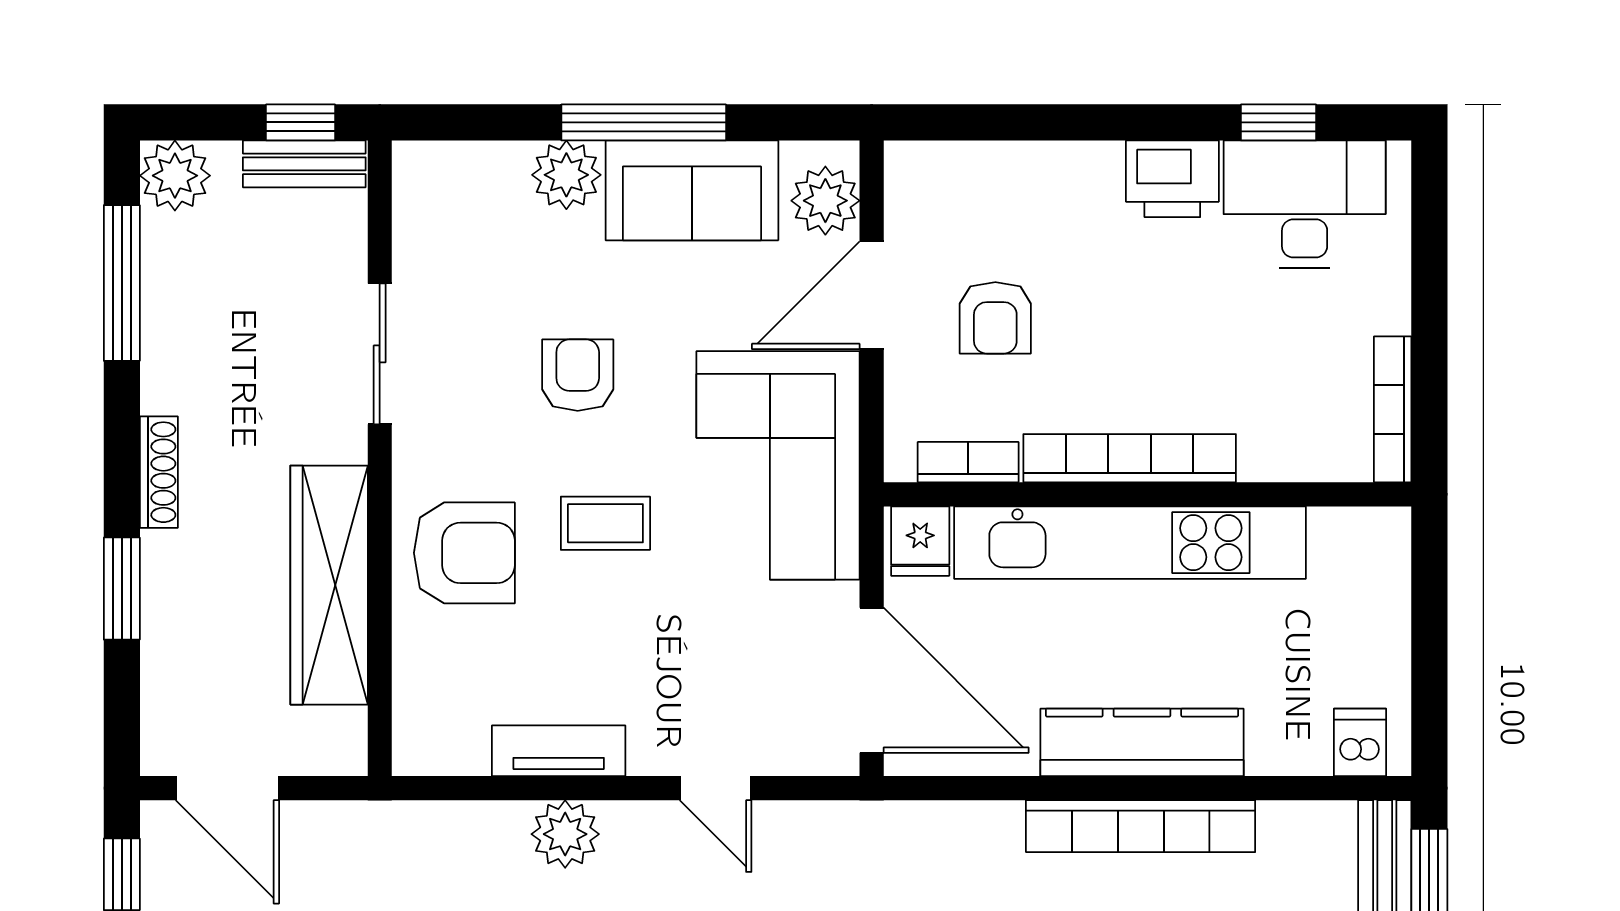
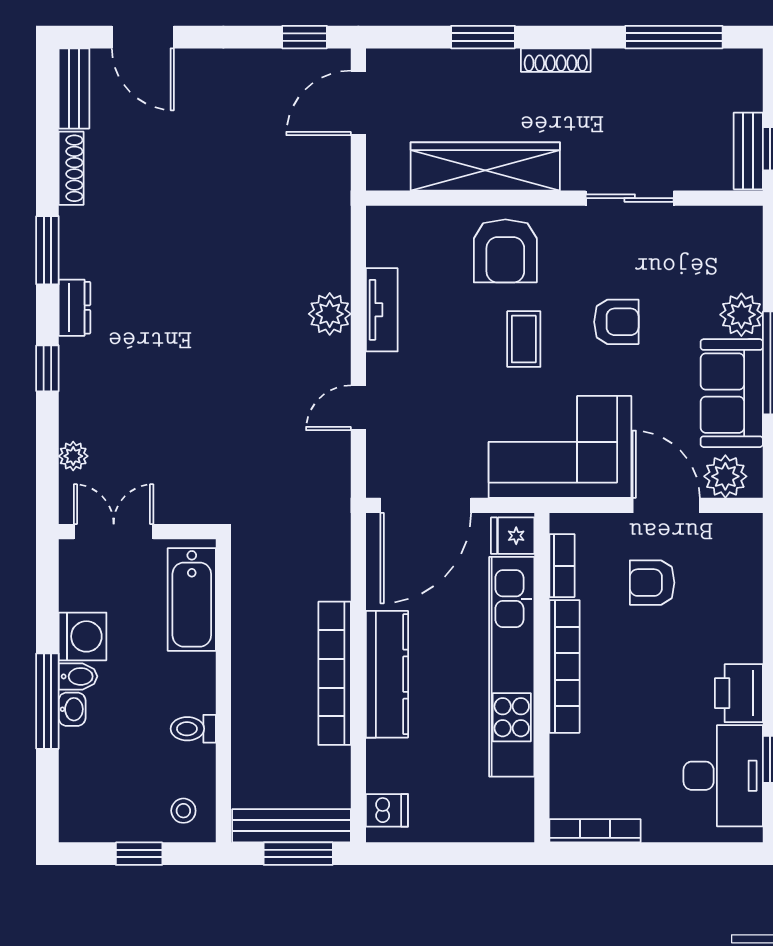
plant: (175, 176) -> (741, 70), removed

